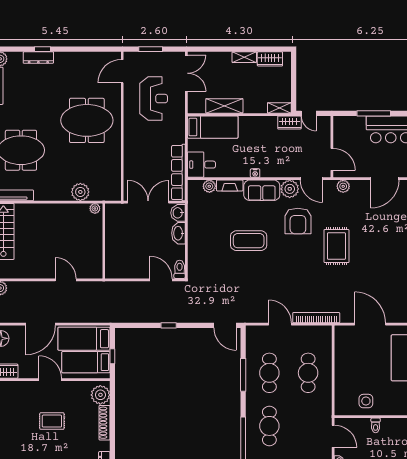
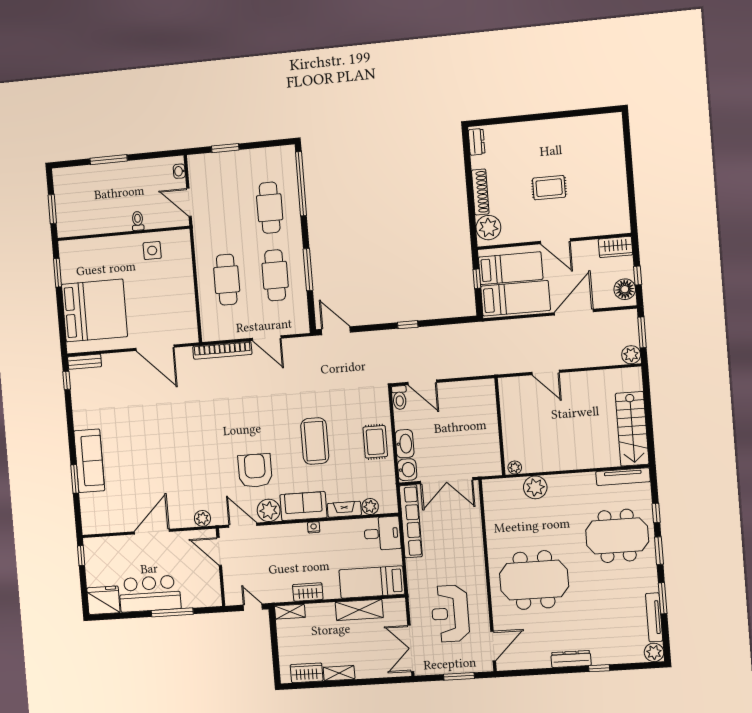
dresser: (38, 58) -> (571, 659), moved
wardrobe: (289, 122) -> (308, 592), moved
coffee table: (249, 241) -> (315, 441), turned 90
rug: (336, 246) -> (375, 442), moved, width x0.73, depth x0.70

